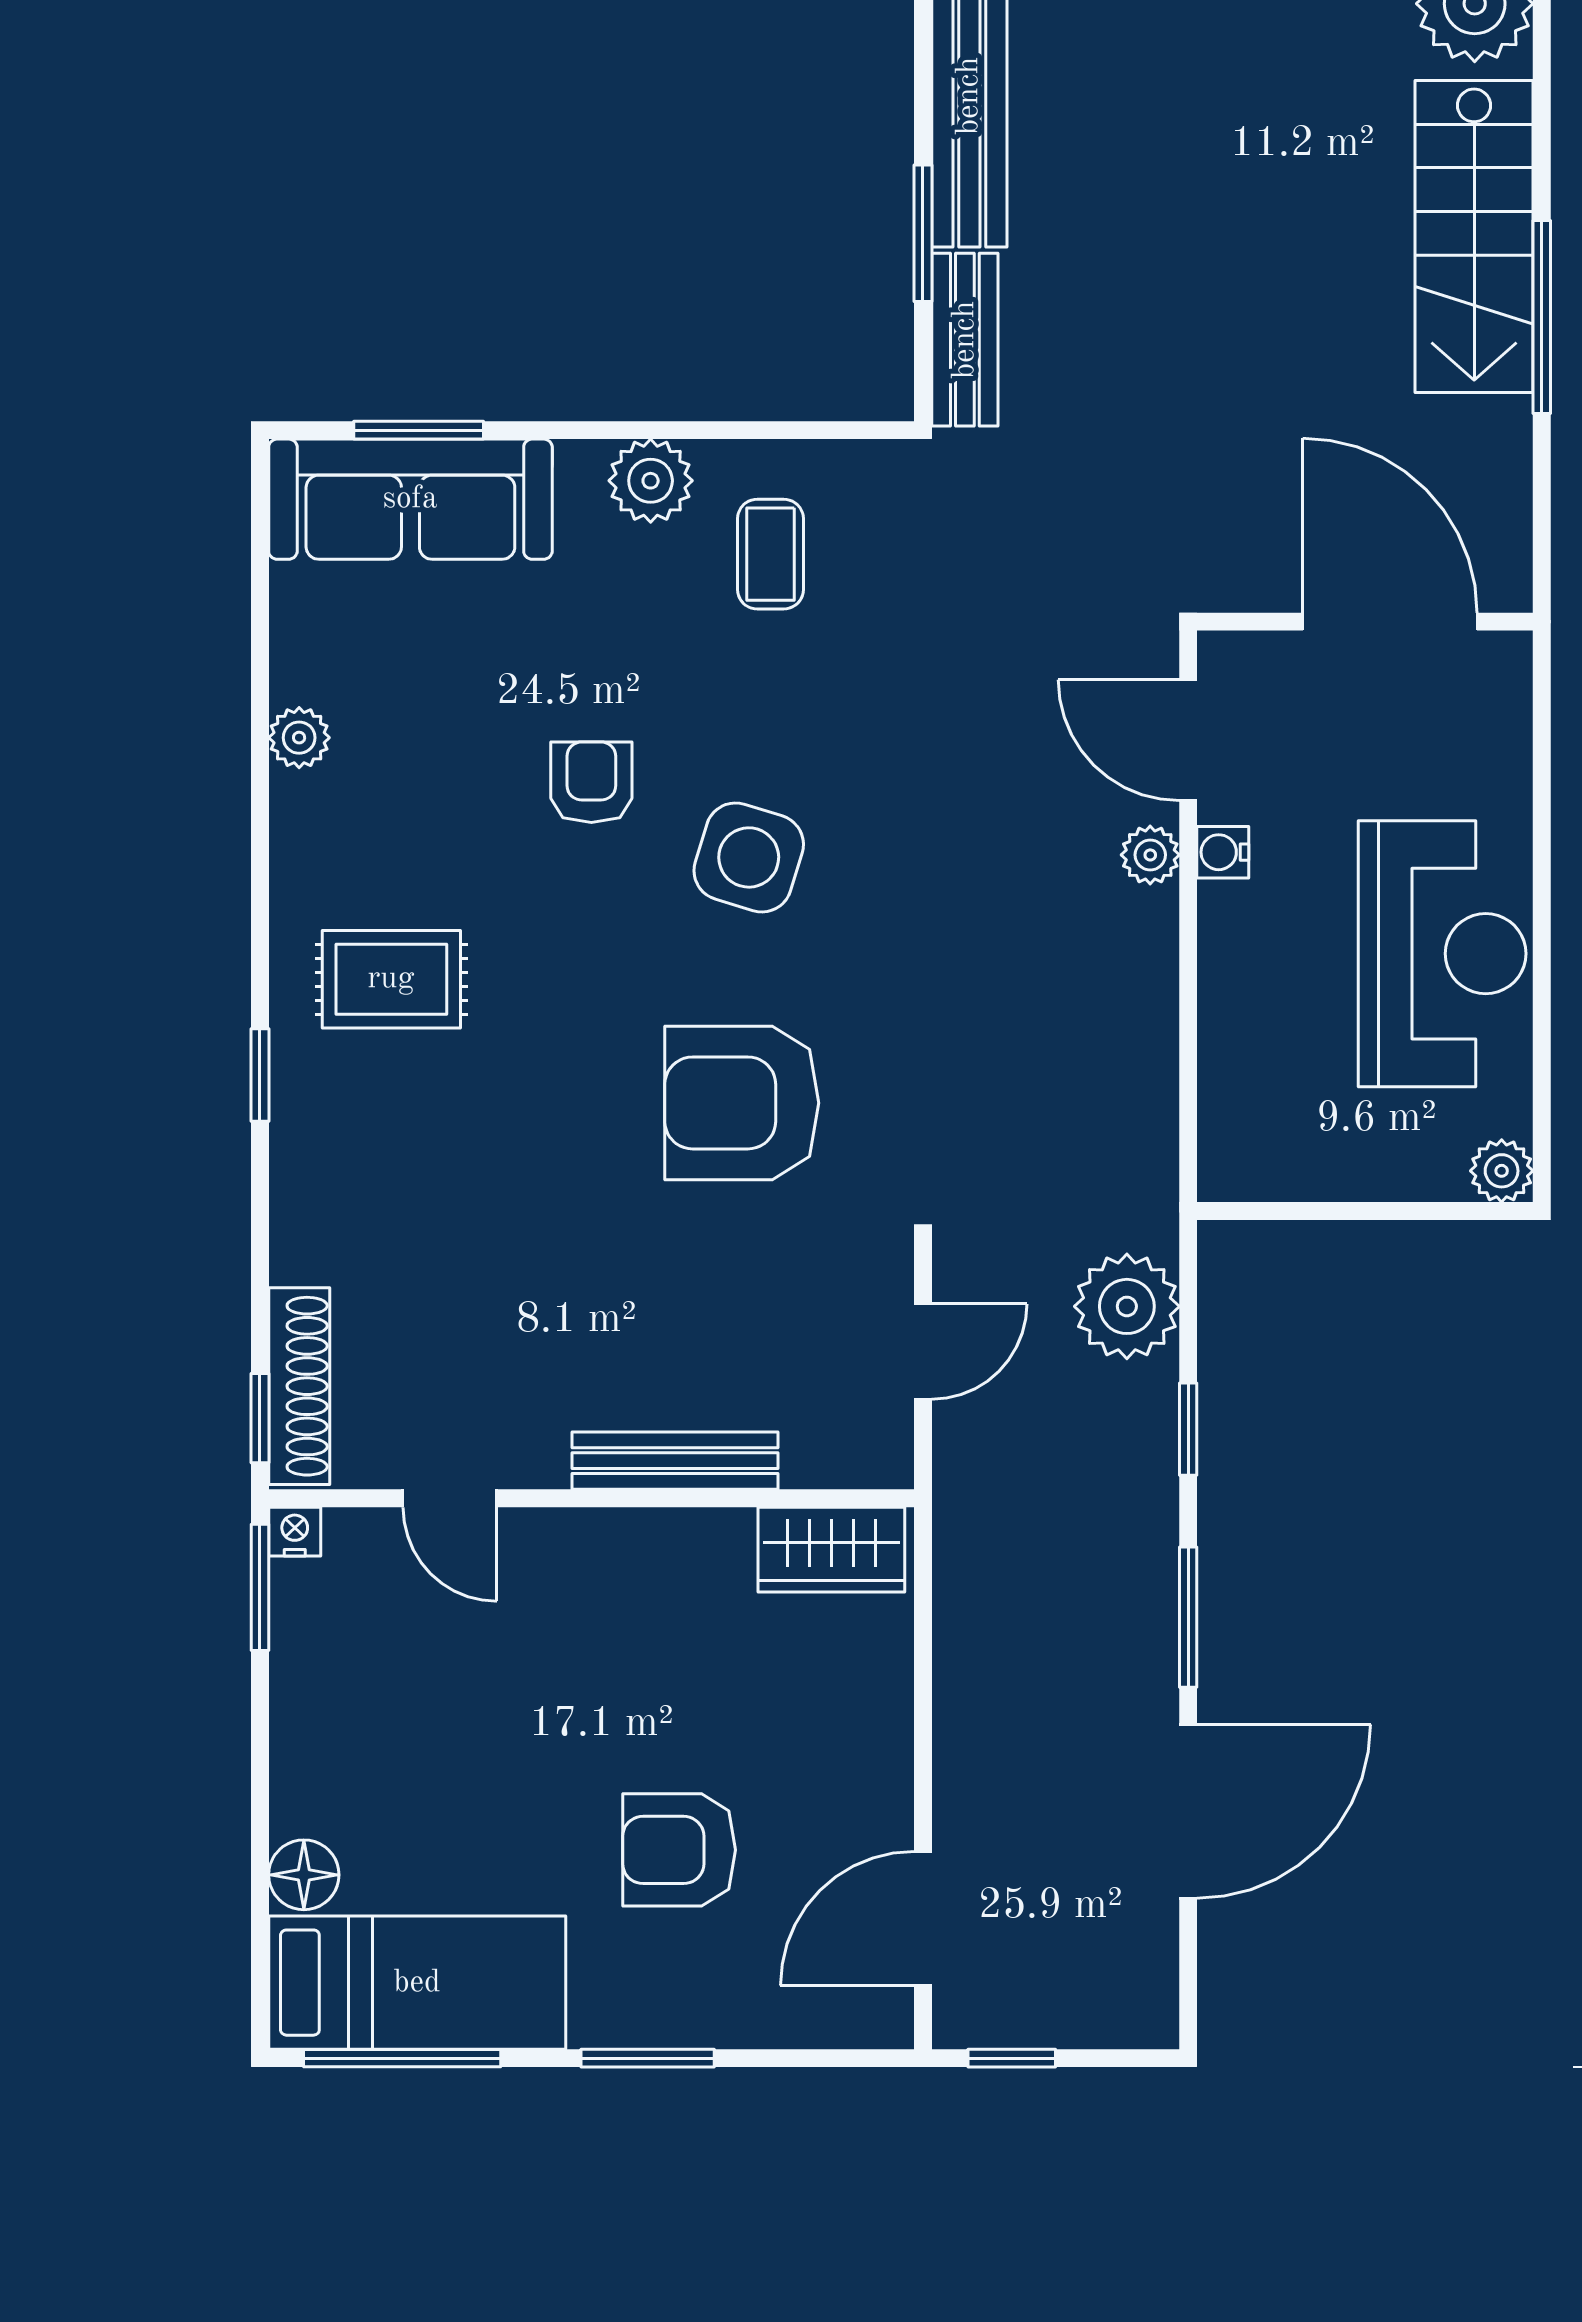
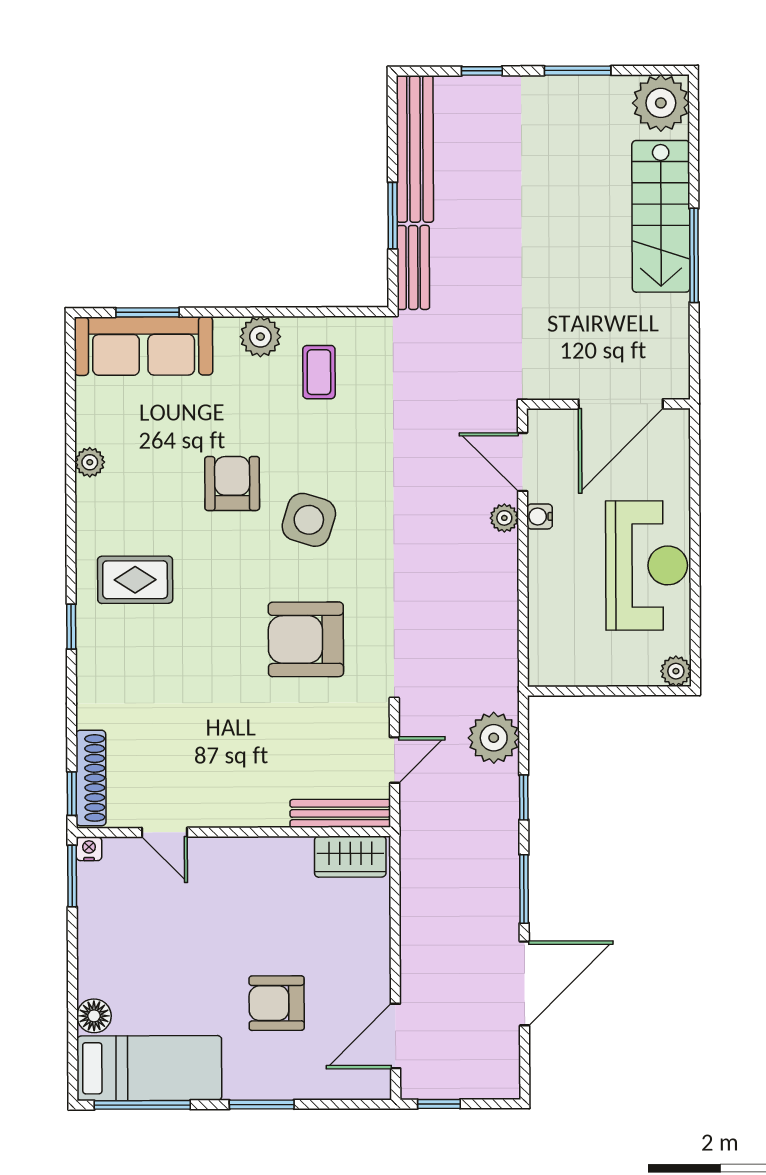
door: (1390, 622) -> (621, 404), swing flipped
armchair: (591, 782) -> (232, 483), width x1.38, depth x1.38
bench: (675, 1461) -> (340, 813), moved

